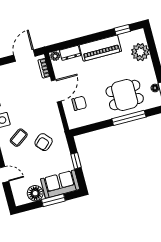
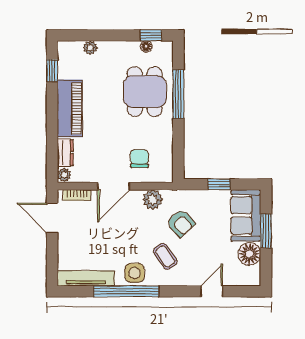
plant: (140, 52) -> (90, 48), width x0.53, depth x0.53
door: (56, 91) -> (114, 186), swing flipped
plant: (54, 119) -> (153, 200), added

